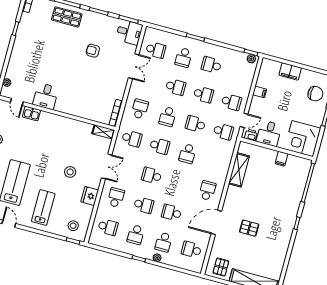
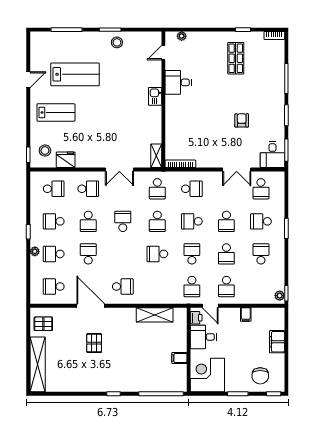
shop shelf: (67, 17) -> (236, 58), moved
kitchen sink: (31, 114) -> (155, 96), moved
stool: (70, 172) -> (103, 131), removed
fridge: (90, 196) -> (66, 160), moved
school desk: (108, 227) -> (54, 189), turned -90
school desk: (191, 250) -> (54, 287), turned -90

